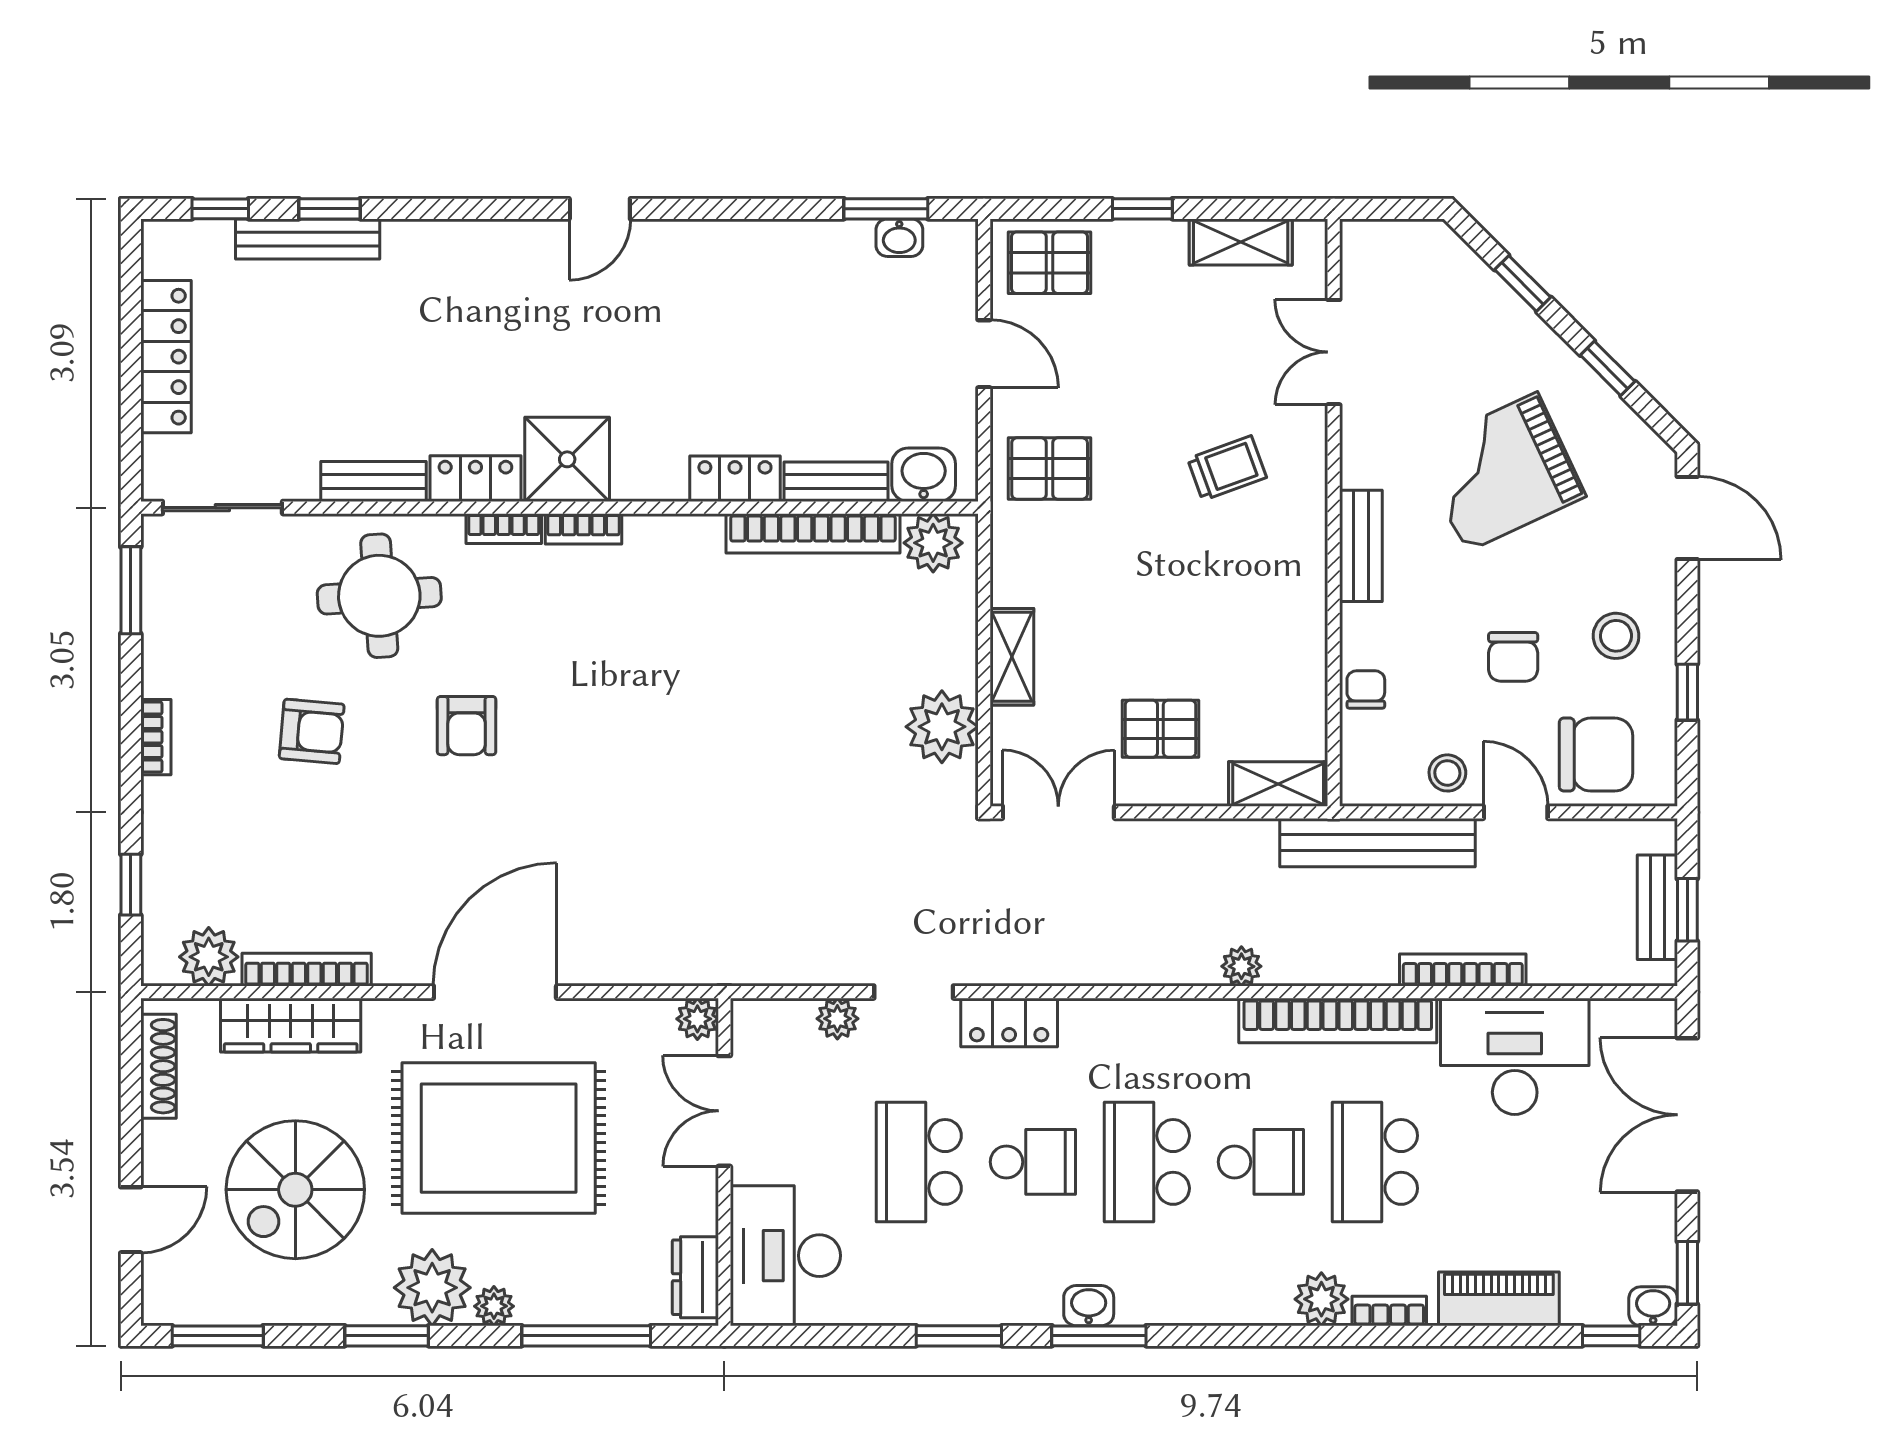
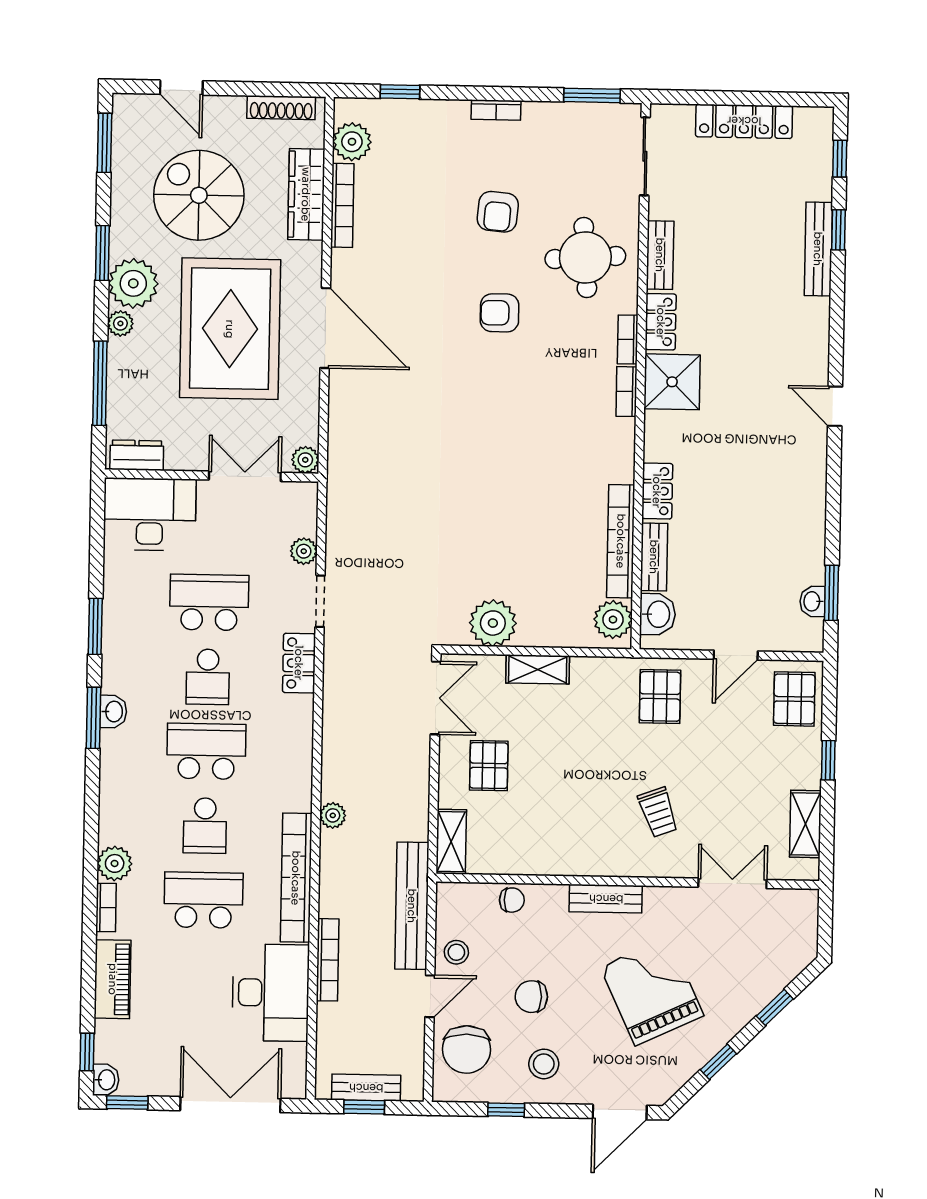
bench: (308, 239) -> (818, 249), moved

